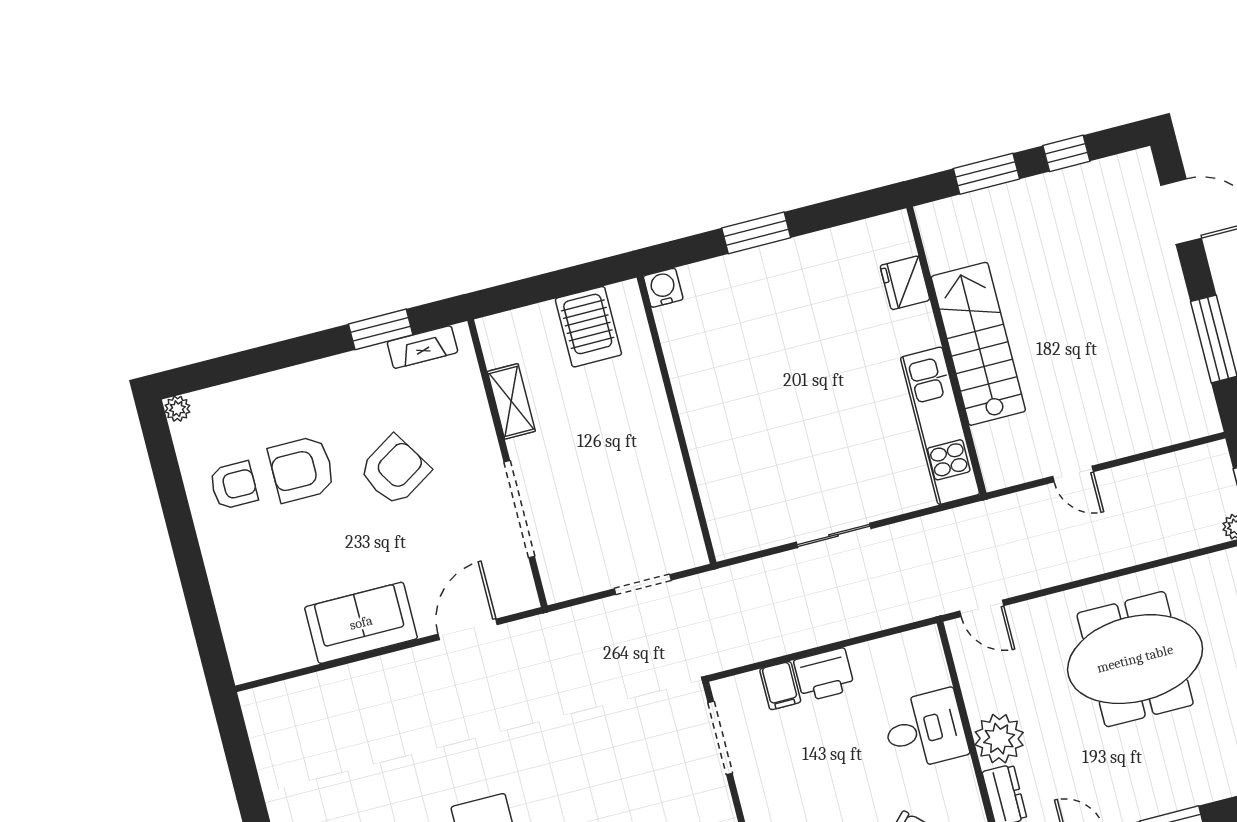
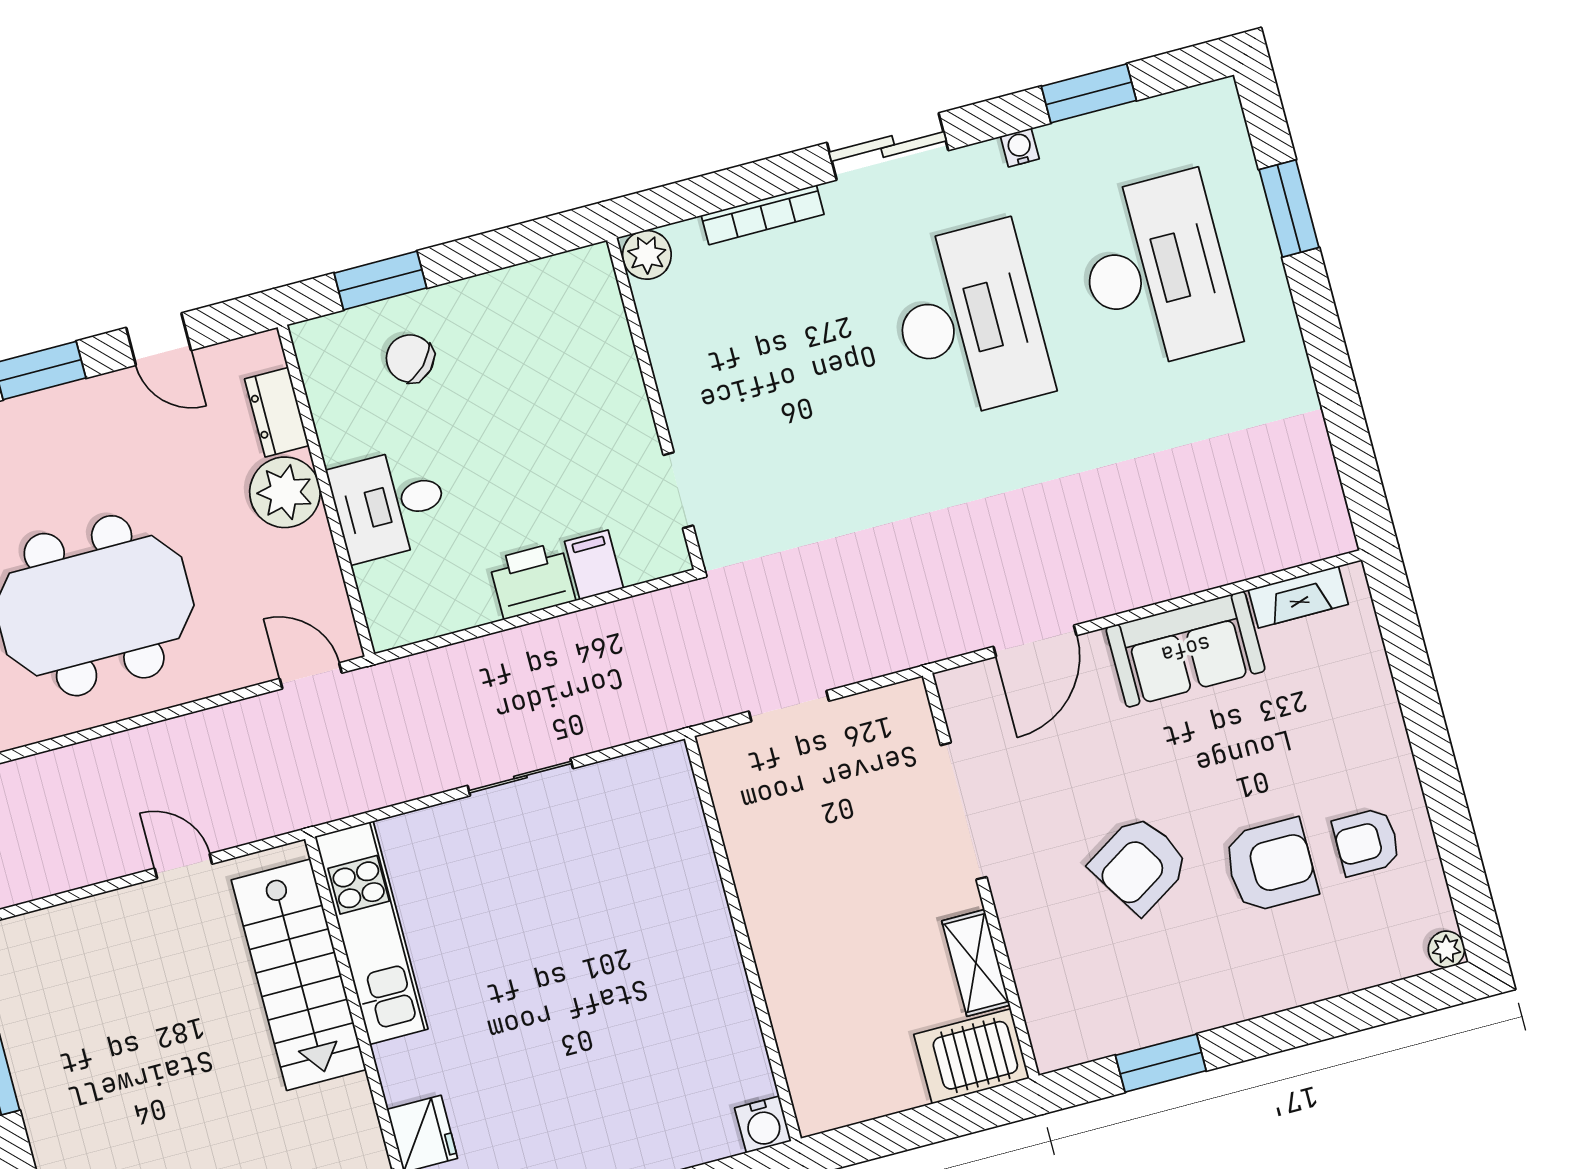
server rack: (588, 327) -> (972, 1056), moved, turned -90
stairs: (978, 344) -> (299, 975), moved
fireplace: (422, 347) -> (1298, 597), moved, turned 180
doorway: (720, 738) -> (678, 490), width x0.73

